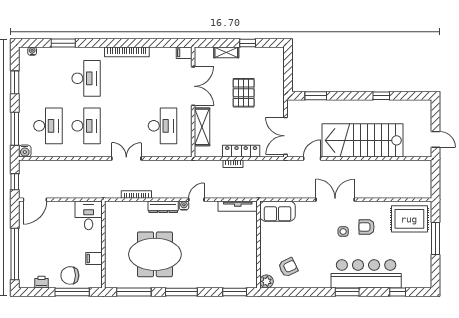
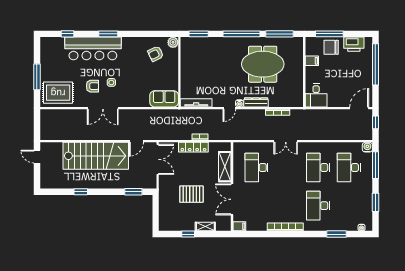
pallet: (244, 93) -> (191, 194), turned 90
double door: (335, 200) -> (103, 108), moved
chair: (70, 275) -> (331, 47), turned 180
printer: (42, 282) -> (354, 44), width x1.87, depth x1.48
window: (181, 292) -> (241, 34), width x1.46

